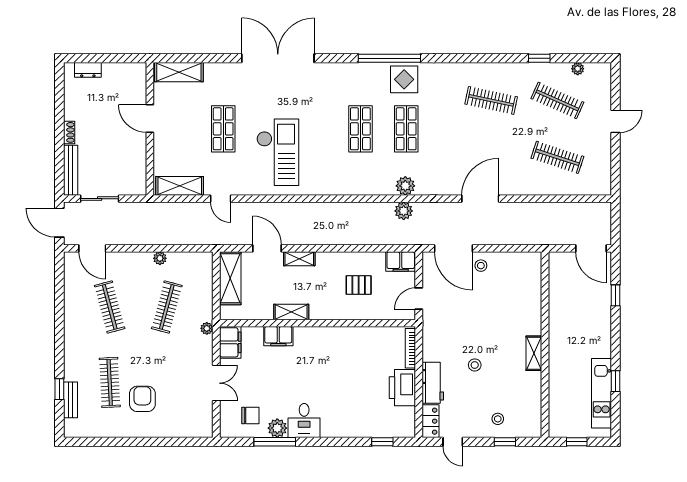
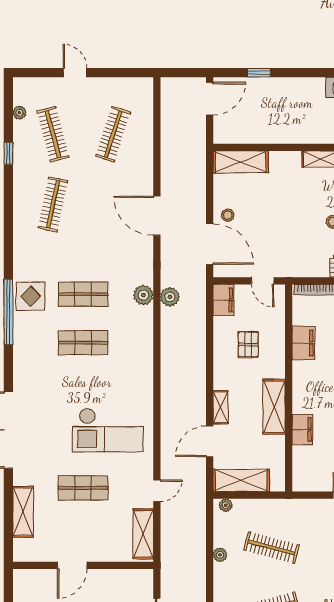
shelving: (179, 72) -> (23, 512), moved
clothes rail: (557, 100) -> (53, 134), turned -39
checkout: (278, 152) -> (108, 430), turned 180
door: (453, 248) -> (210, 244), hinge flipped
shelving: (531, 278) -> (241, 162), added
shelving: (291, 312) -> (274, 407), width x1.50, depth x1.33
plant: (207, 328) -> (226, 505), moved
filing cabinet: (230, 342) -> (303, 343), moved, turned 90

